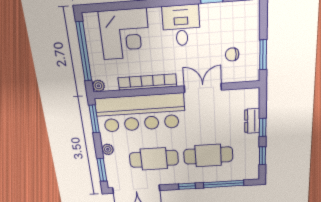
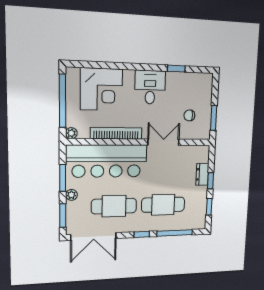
window: (94, 119) -> (63, 178), moved

